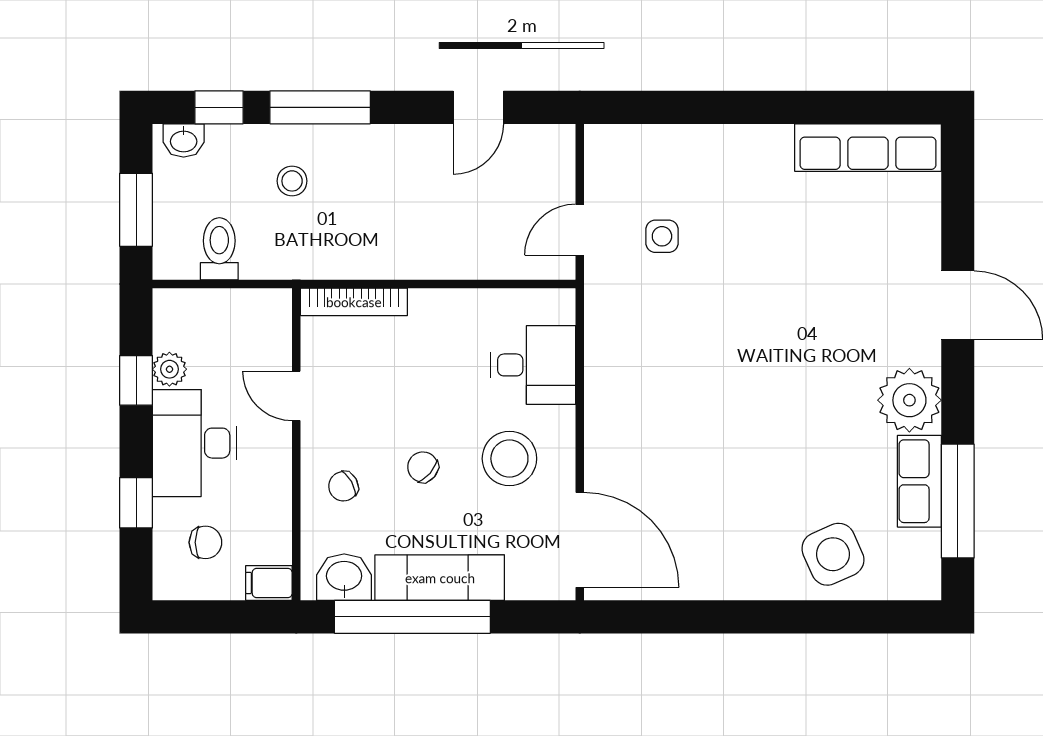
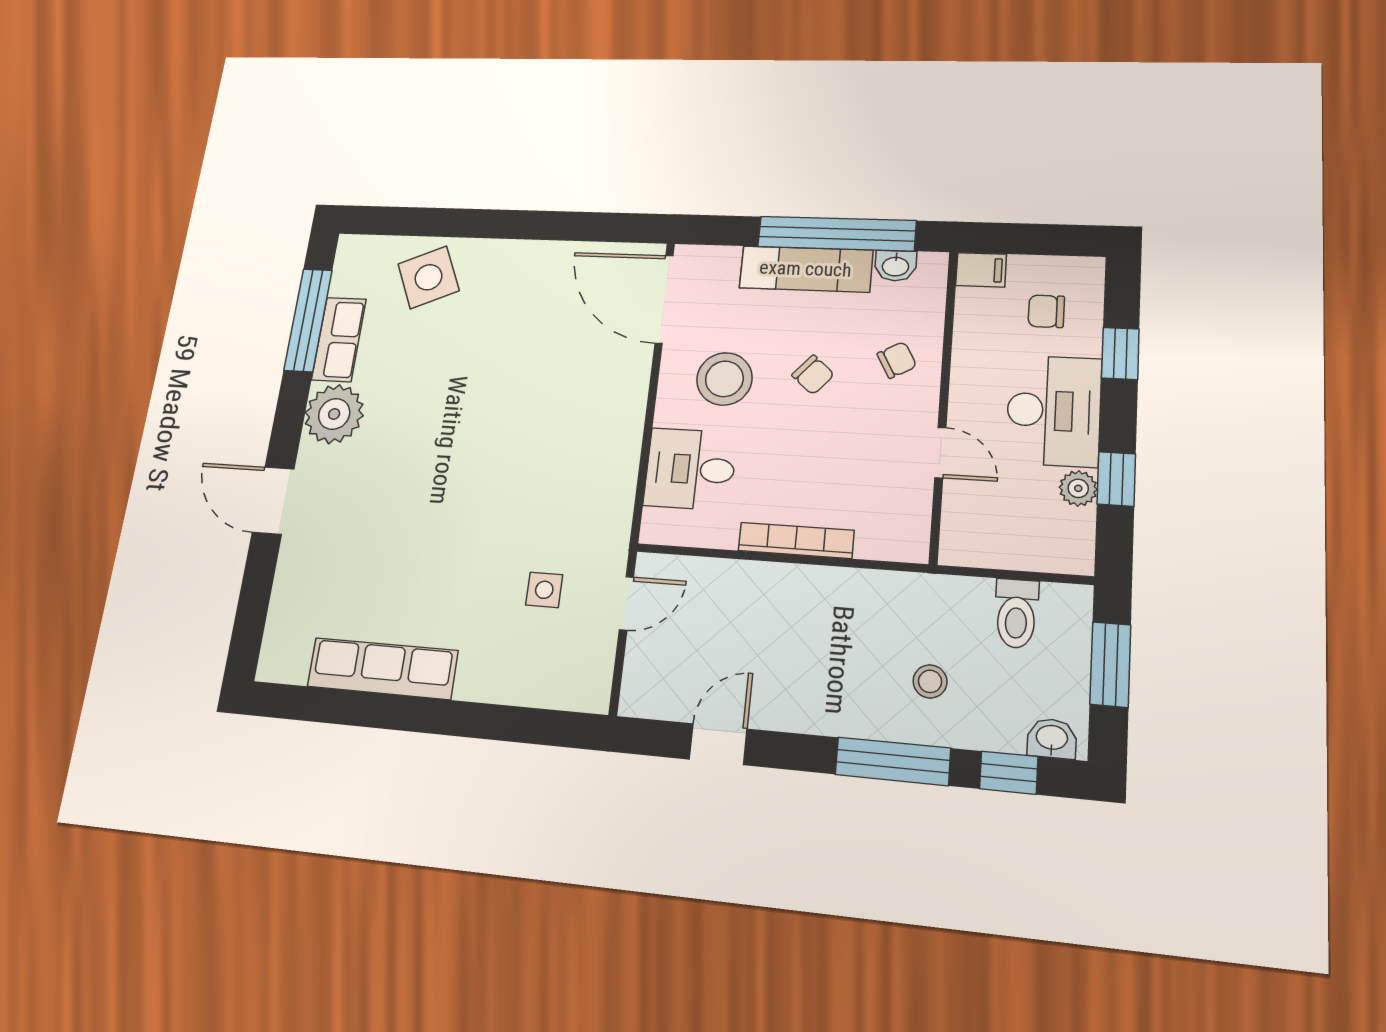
row of seats: (868, 148) -> (382, 668), moved
bookcase: (354, 302) -> (796, 540), moved
washbasin: (344, 577) -> (896, 266), width x0.72, depth x0.69

